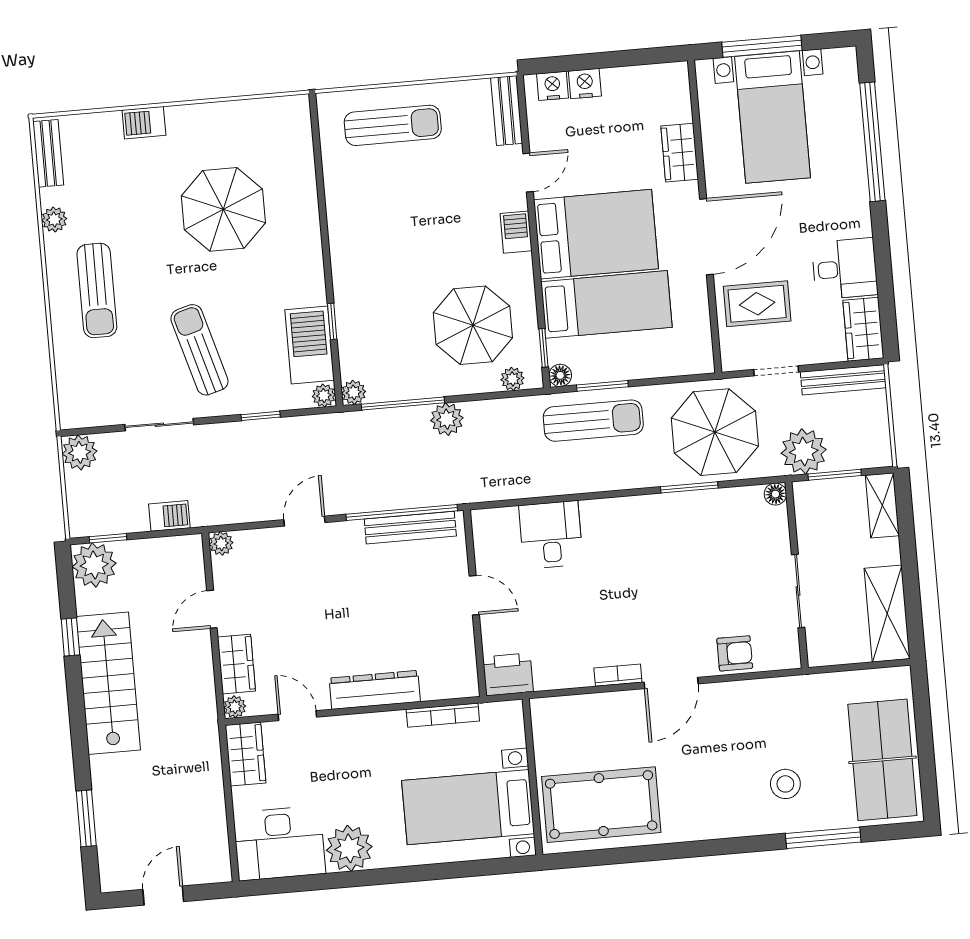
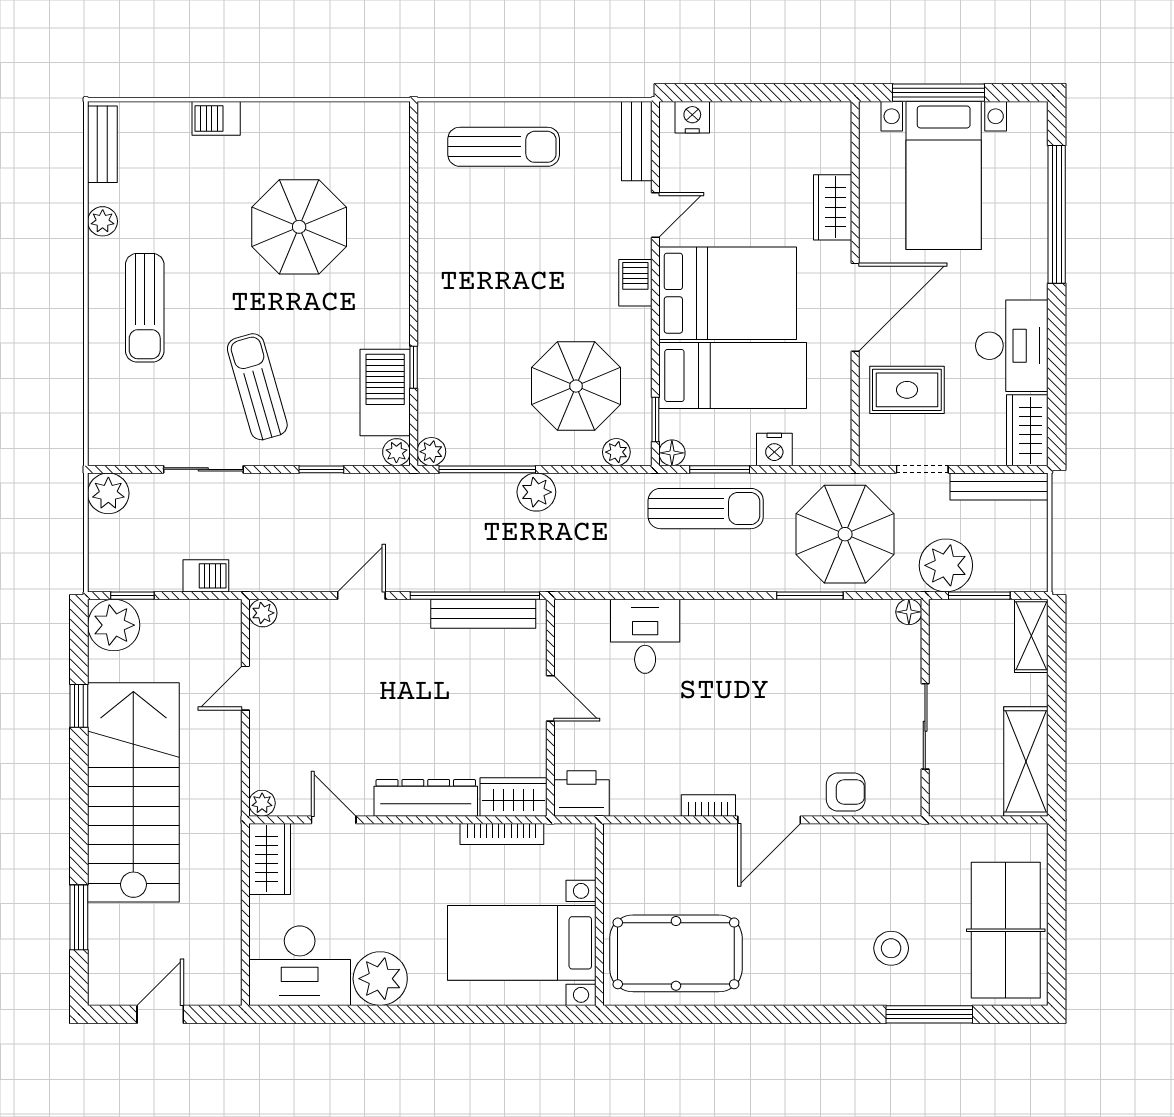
nightstand: (585, 84) -> (774, 449), moved, turned 180
desk: (845, 269) -> (1012, 346), width x1.37
wardrobe: (236, 664) -> (513, 797), moved, turned -90
stairs: (108, 683) -> (133, 792), width x1.36, depth x1.51

